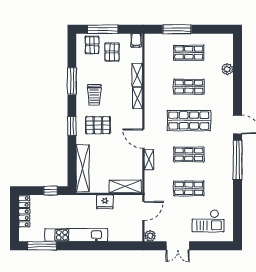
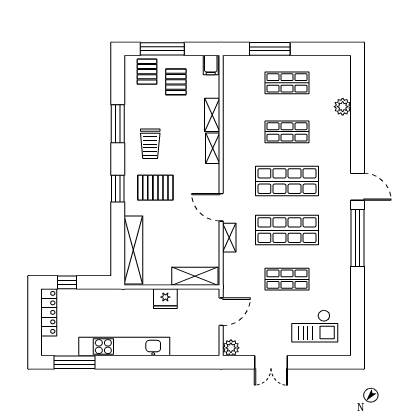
shop shelf: (189, 154) -> (287, 230), width x1.43, depth x1.36
window: (51, 191) -> (67, 282), moved

